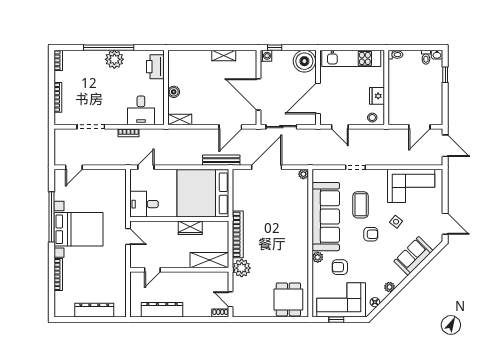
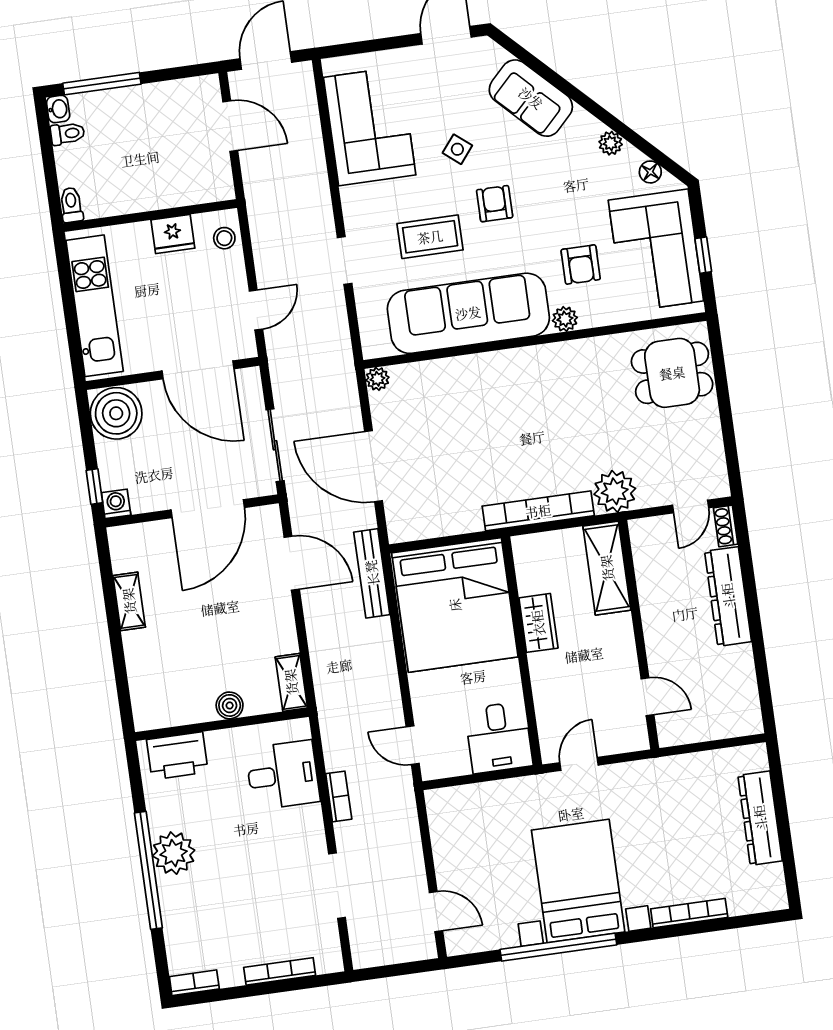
window: (445, 75) -> (102, 84), width x2.17
dresser: (162, 310) -> (728, 596), moved

